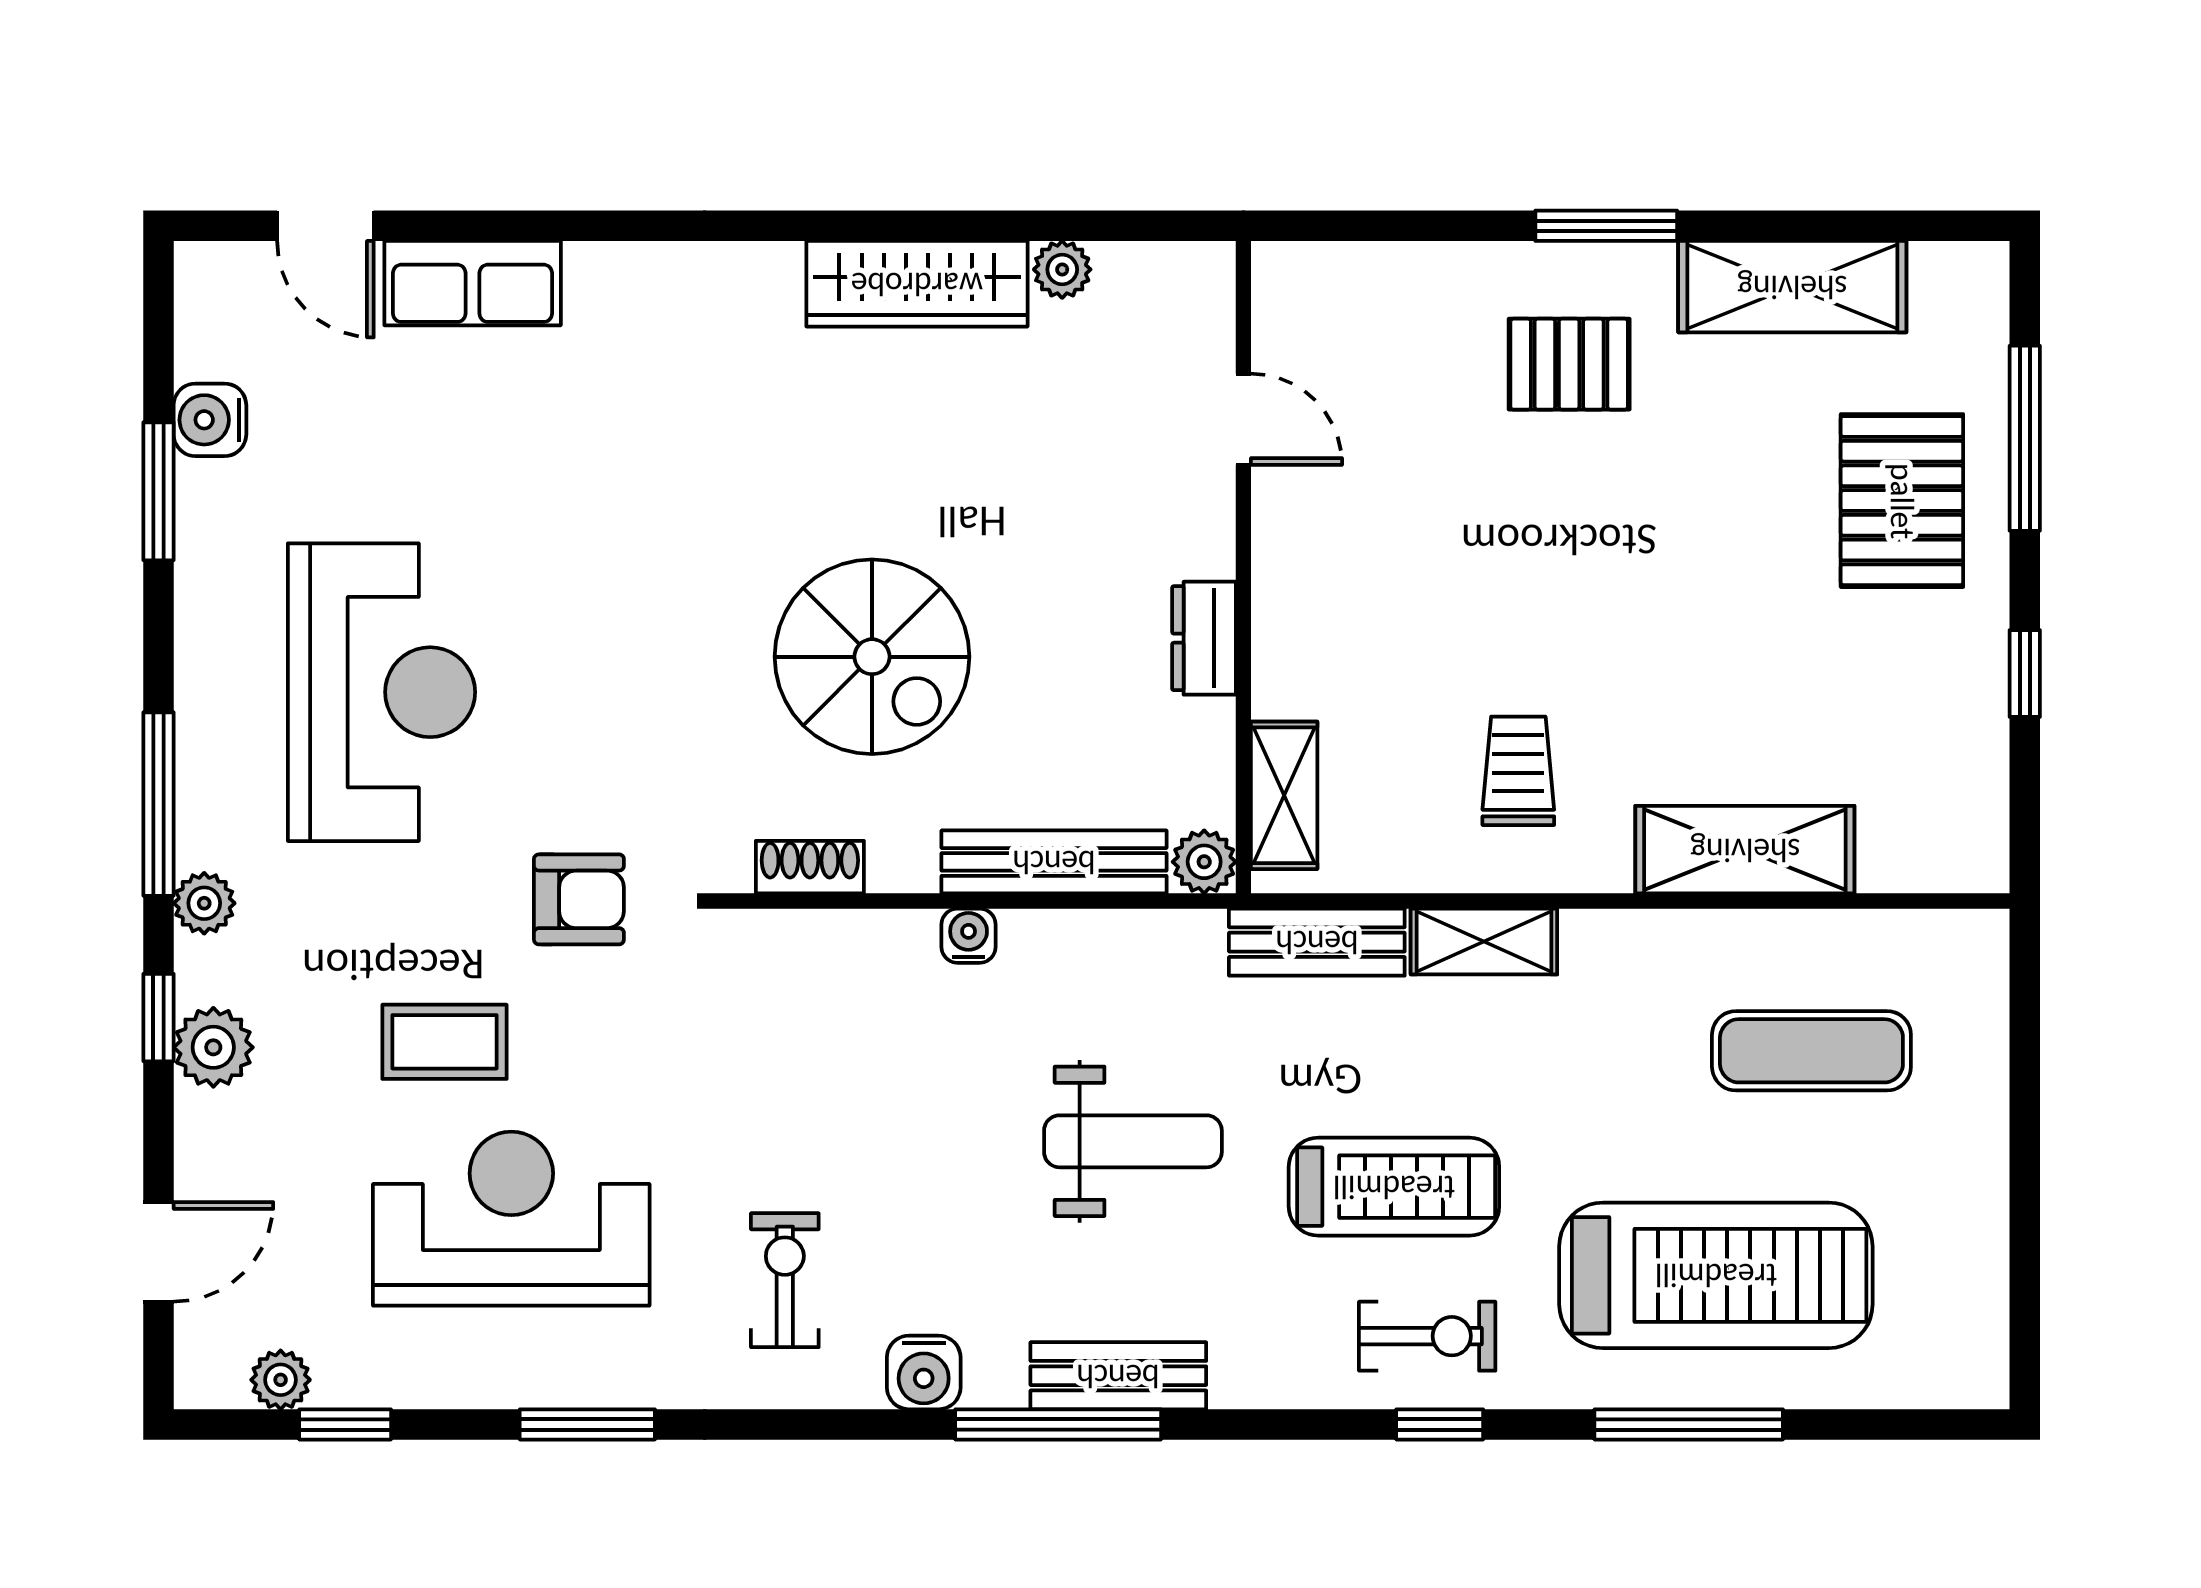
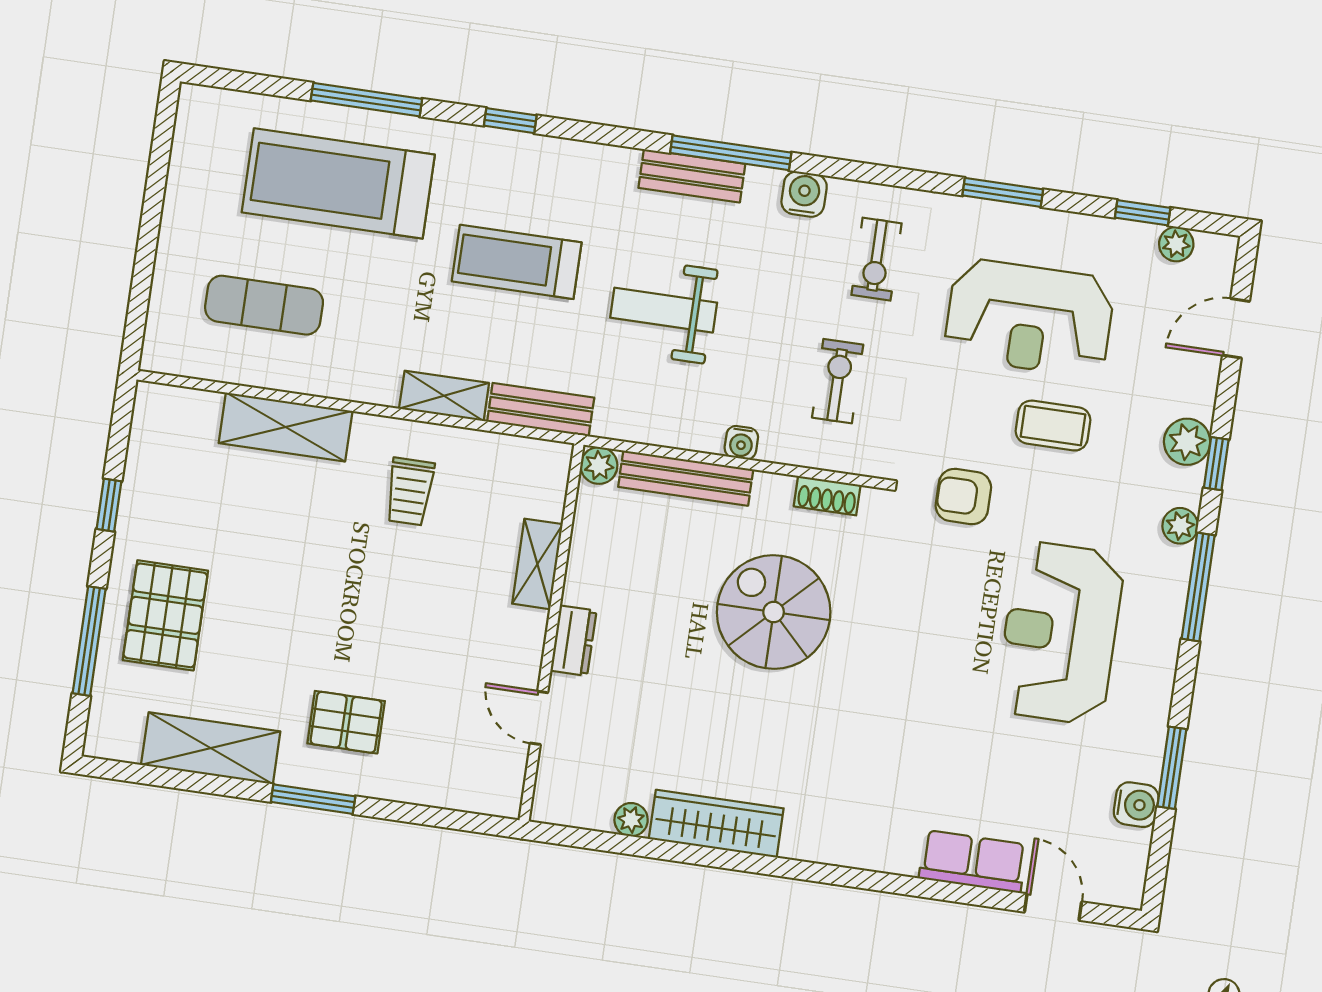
dresser: (1204, 638) -> (574, 641), moved
shelving: (1284, 795) -> (537, 564), moved
exercise bike: (1427, 1336) -> (838, 381), moved, turned 90

